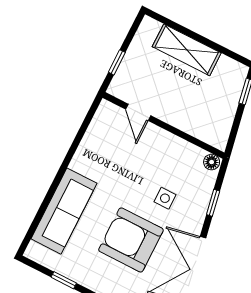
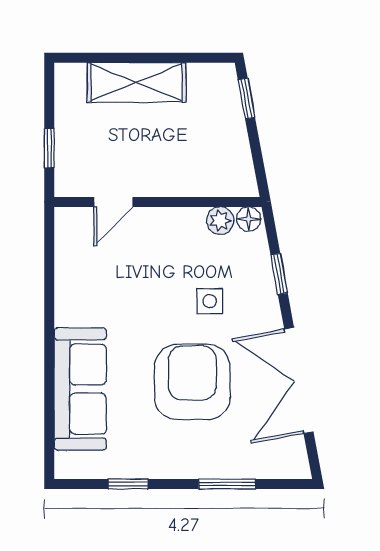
door: (138, 112) -> (113, 202), hinge flipped
plant: (195, 155) -> (220, 221), added
armchair: (131, 240) -> (192, 382), turned 90

